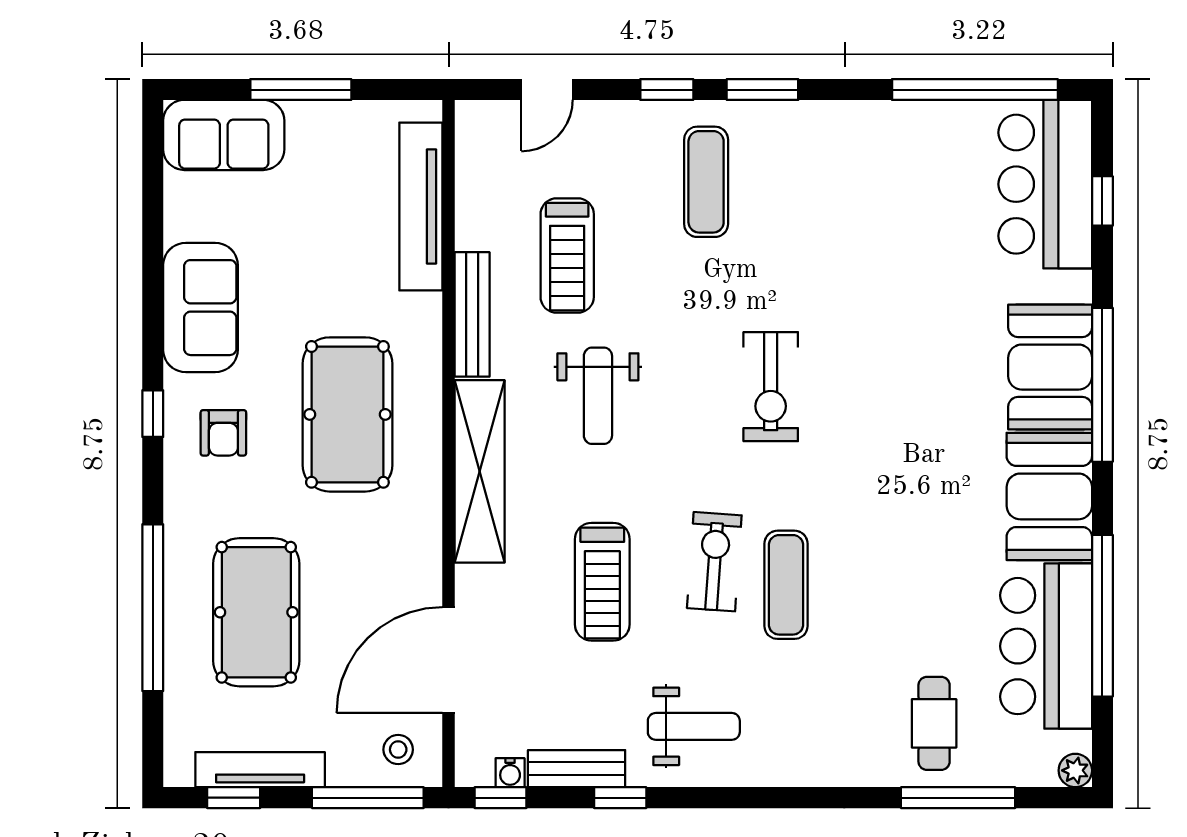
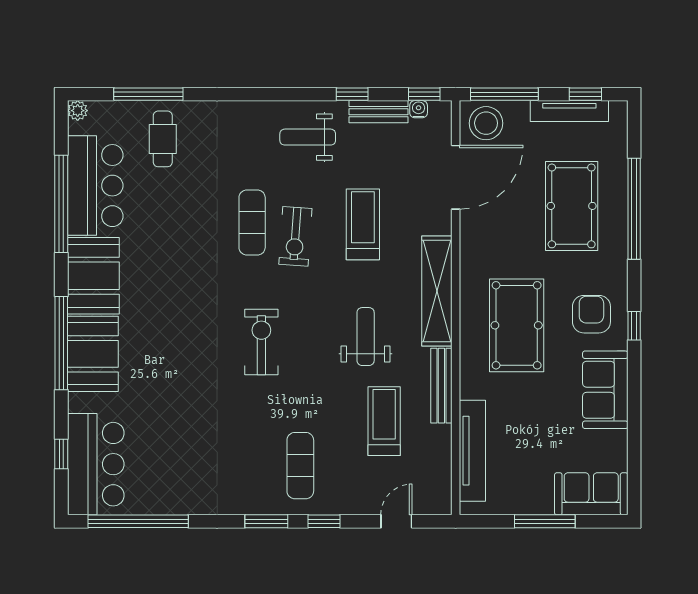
armchair: (223, 433) -> (591, 314), width x1.38, depth x1.38
stool: (398, 750) -> (486, 123), width x1.89, depth x1.89

